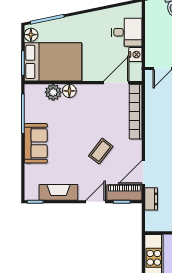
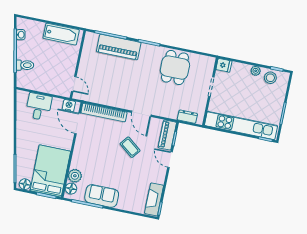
nightstand: (135, 55) -> (69, 106), moved
floor lamp: (69, 91) -> (71, 189), moved
sofa: (36, 143) -> (102, 196), moved
door: (143, 172) -> (141, 114), moved
fireplace: (58, 192) -> (154, 199), moved
dresser: (151, 199) -> (187, 117), moved

